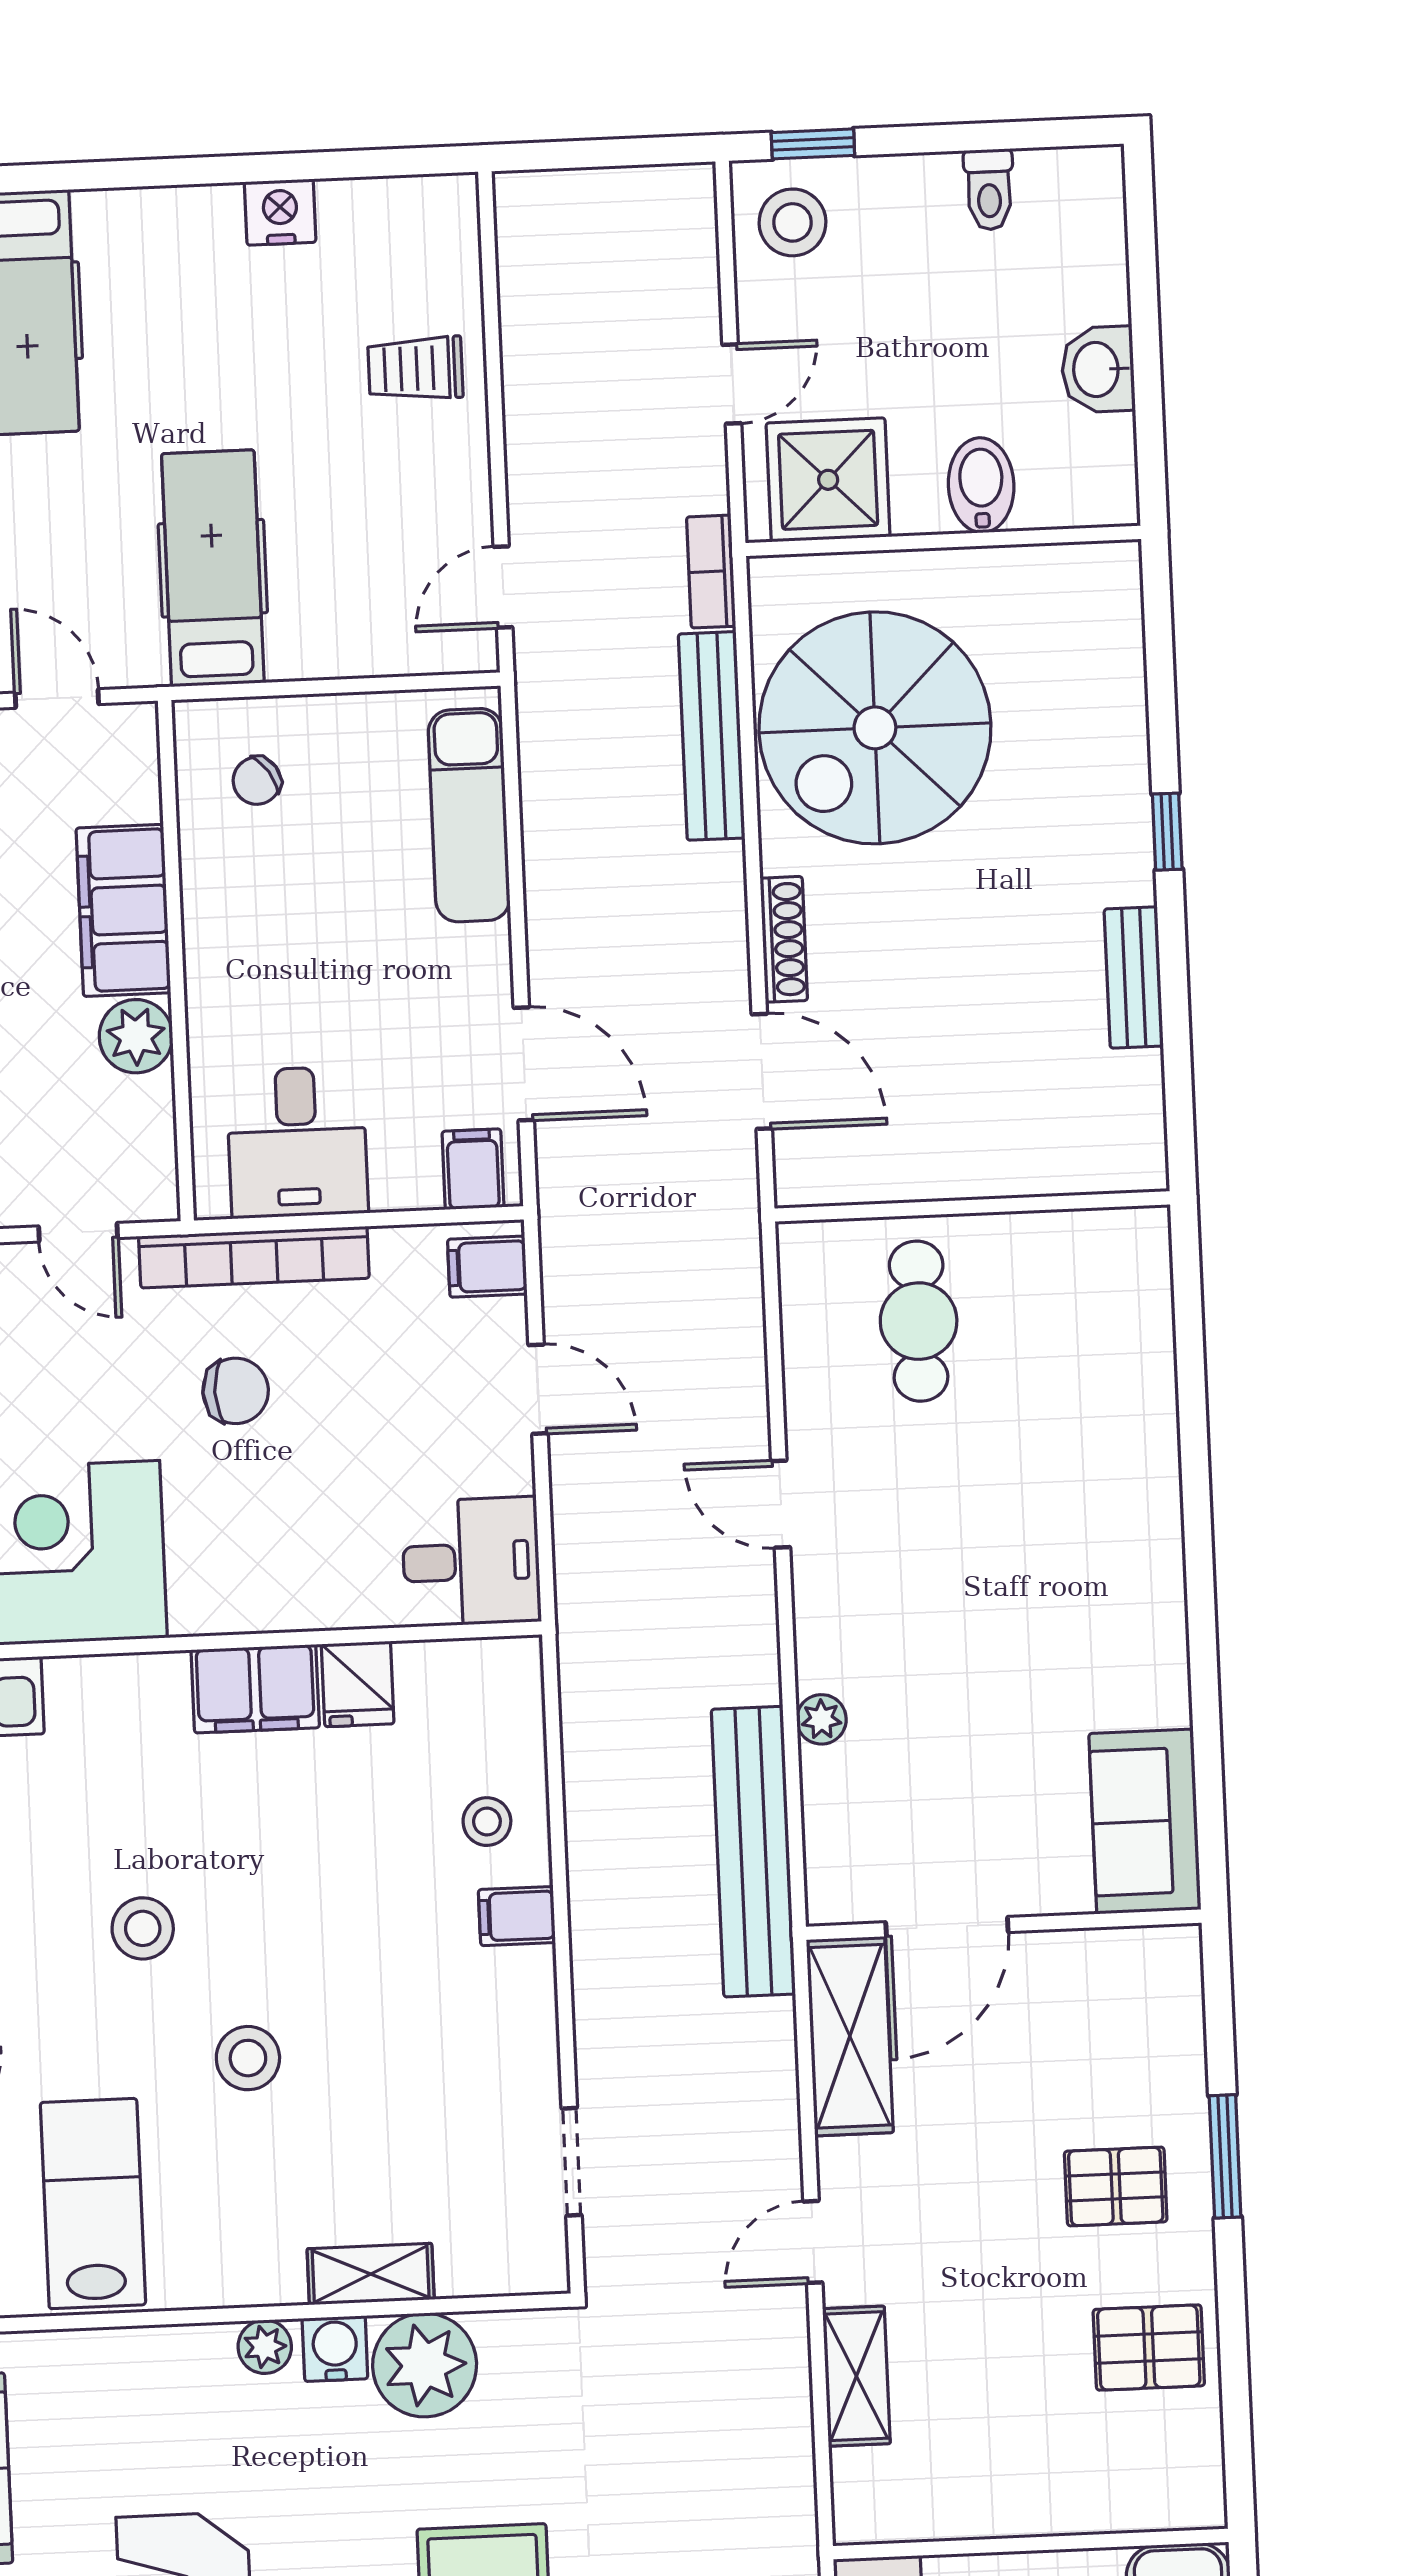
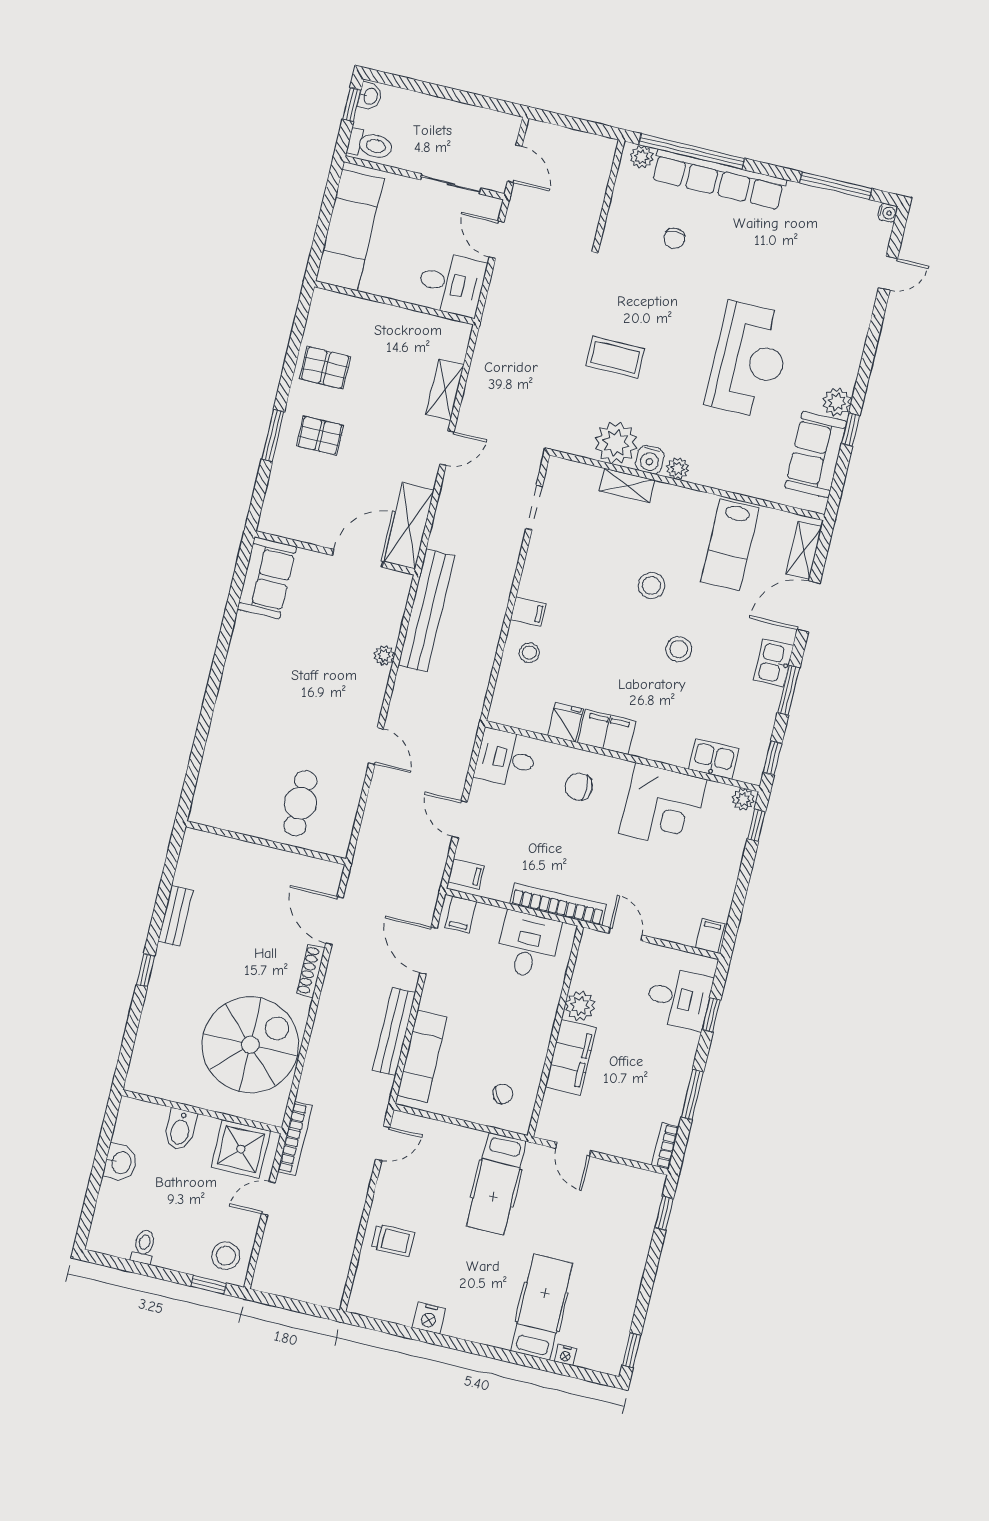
bookcase: (711, 572) -> (295, 1138), width x1.56
bench: (712, 736) -> (394, 1032), moved
chair: (236, 1391) -> (579, 787), moved

